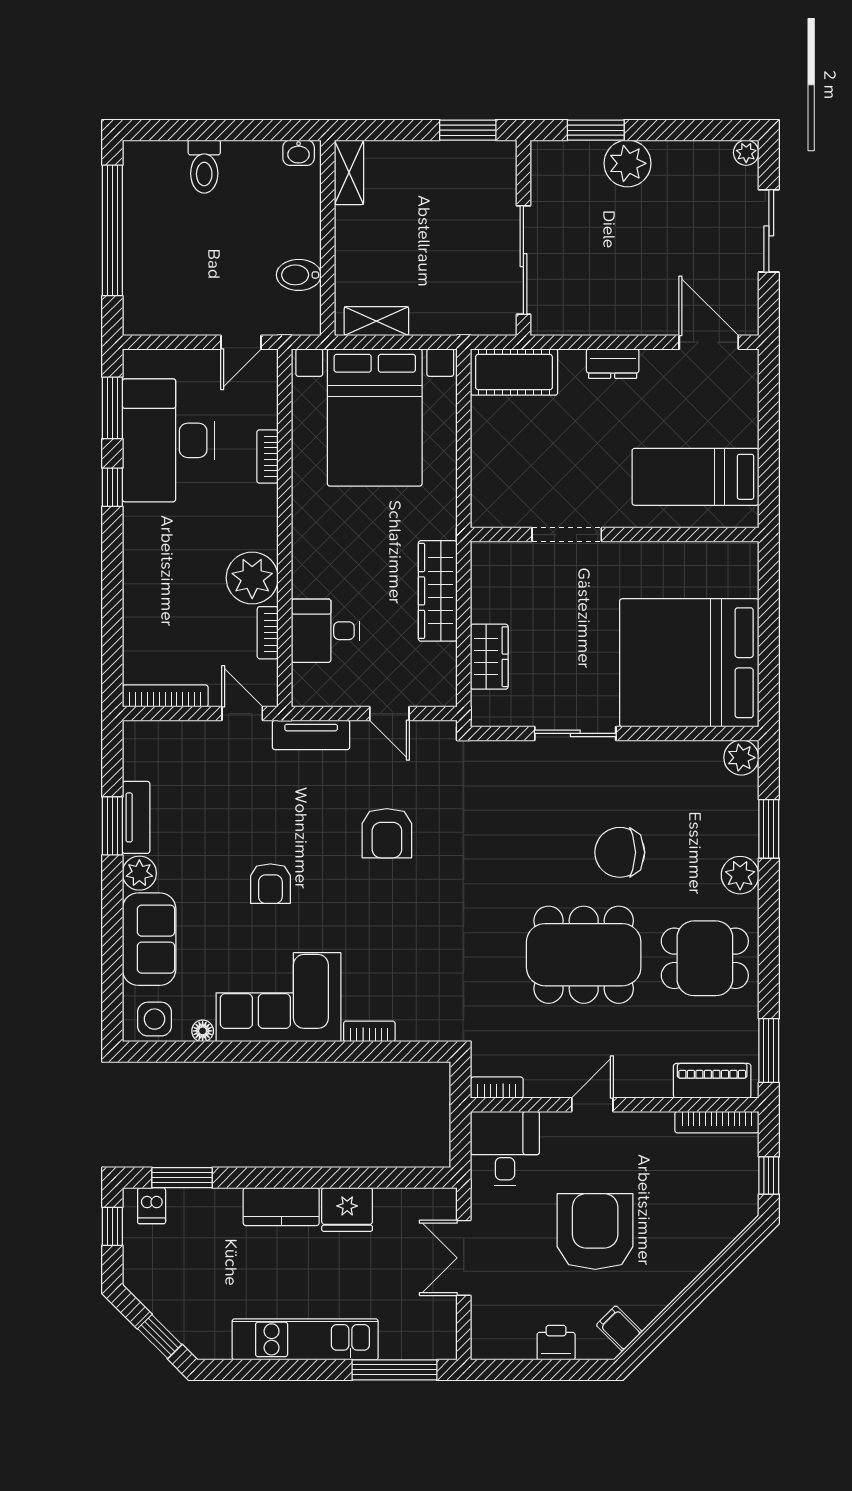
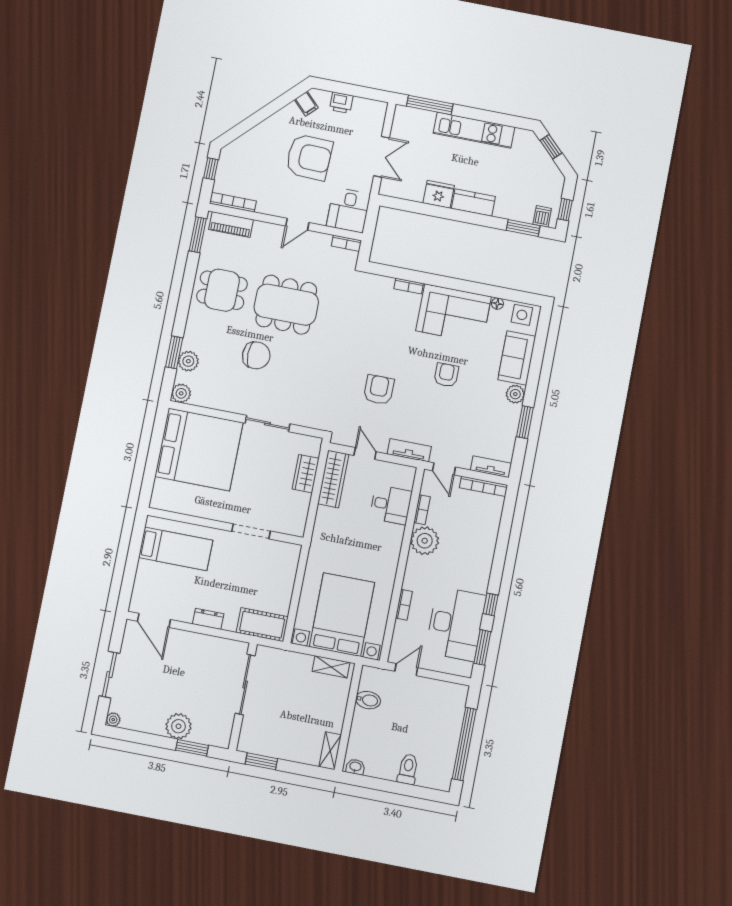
wardrobe: (438, 591) -> (333, 479), moved
tv unit: (136, 817) -> (491, 467), moved, turned 90
plant: (740, 875) -> (188, 361), moved
armchair: (595, 1231) -> (309, 157), turned -88

